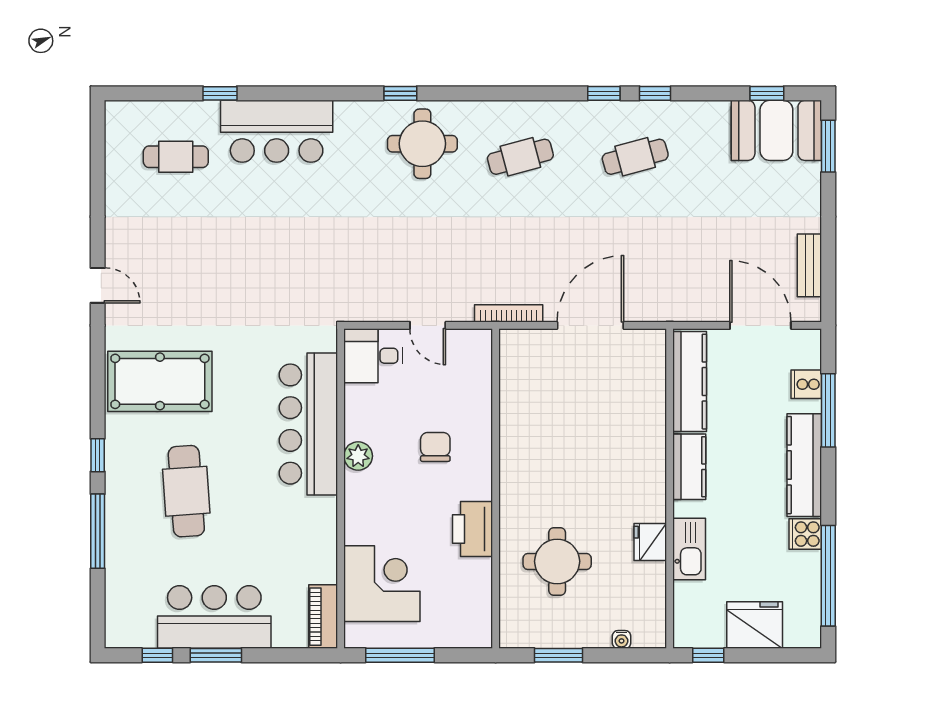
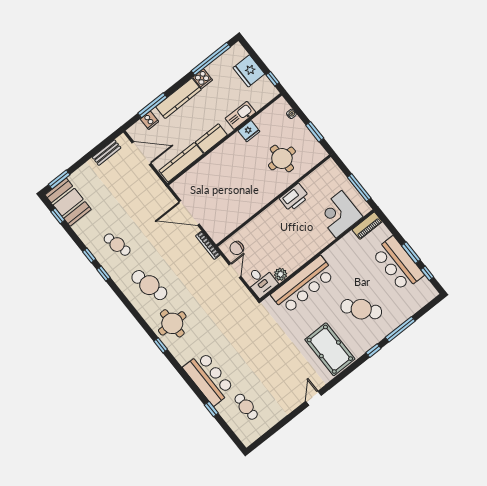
cafe table: (520, 157) -> (149, 285), width x1.37, depth x1.35
door: (760, 325) -> (141, 153), swing flipped
chair: (435, 447) -> (237, 248), moved
plant: (358, 456) -> (281, 274), moved
cafe table: (186, 491) -> (361, 309), turned 54

